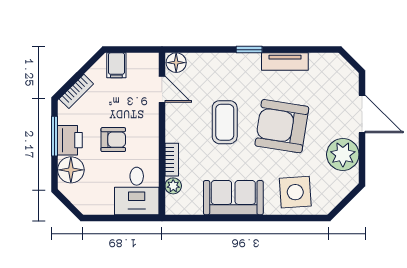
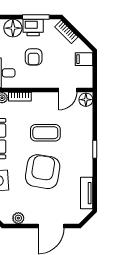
tv unit: (285, 62) -> (87, 193), moved
plant: (343, 154) -> (18, 218), width x0.53, depth x0.53

